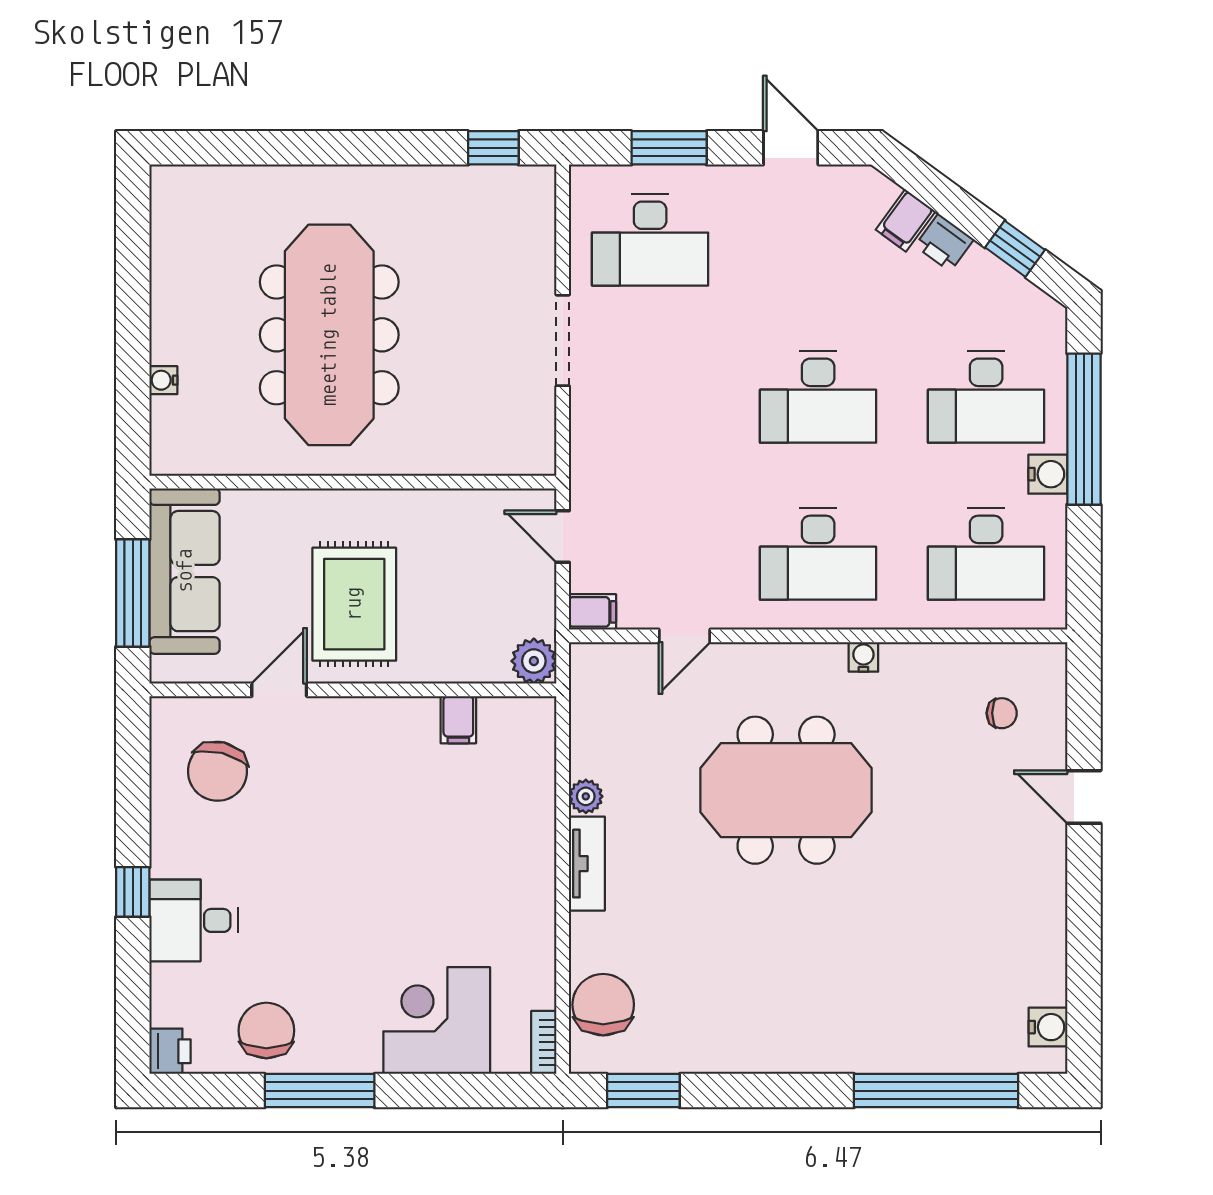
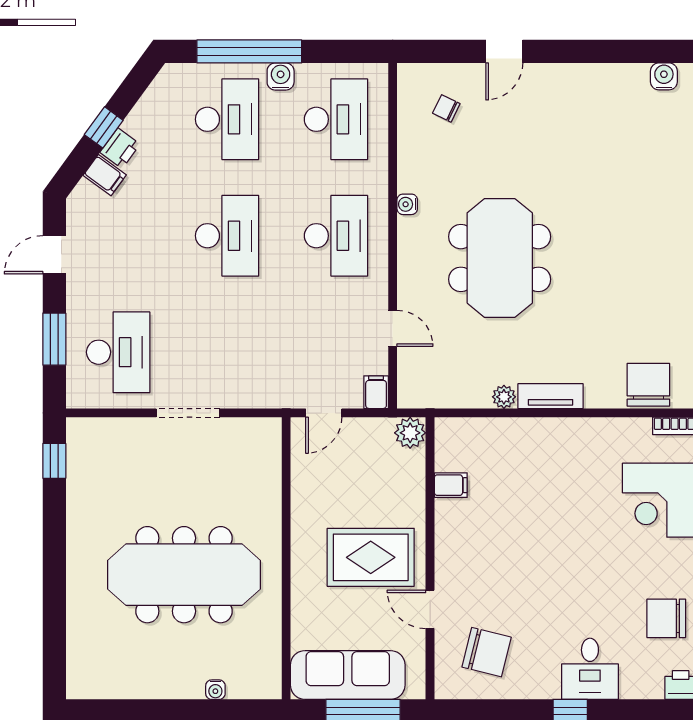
window: (1015, 249) -> (104, 127), moved
chair: (1002, 713) -> (446, 108), turned -64
chair: (603, 1005) -> (648, 385), turned 90

